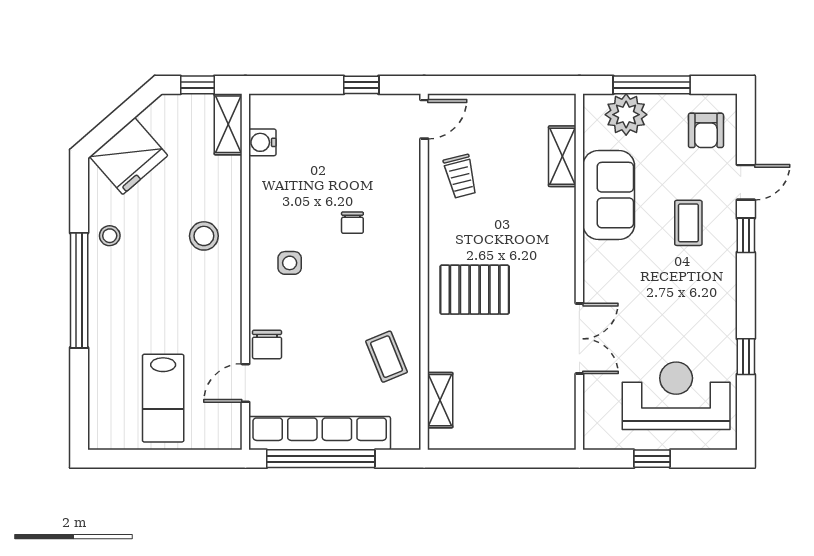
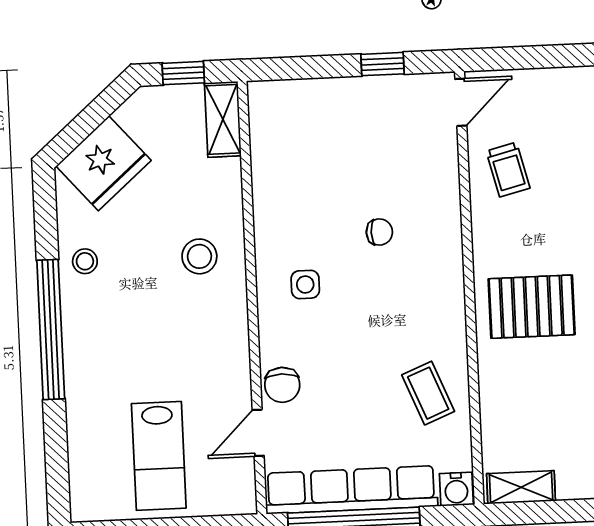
water cooler: (262, 142) -> (456, 489), moved, turned -90
chair: (352, 223) -> (379, 232), turned -90
shelving: (440, 400) -> (521, 487), moved, turned 90

